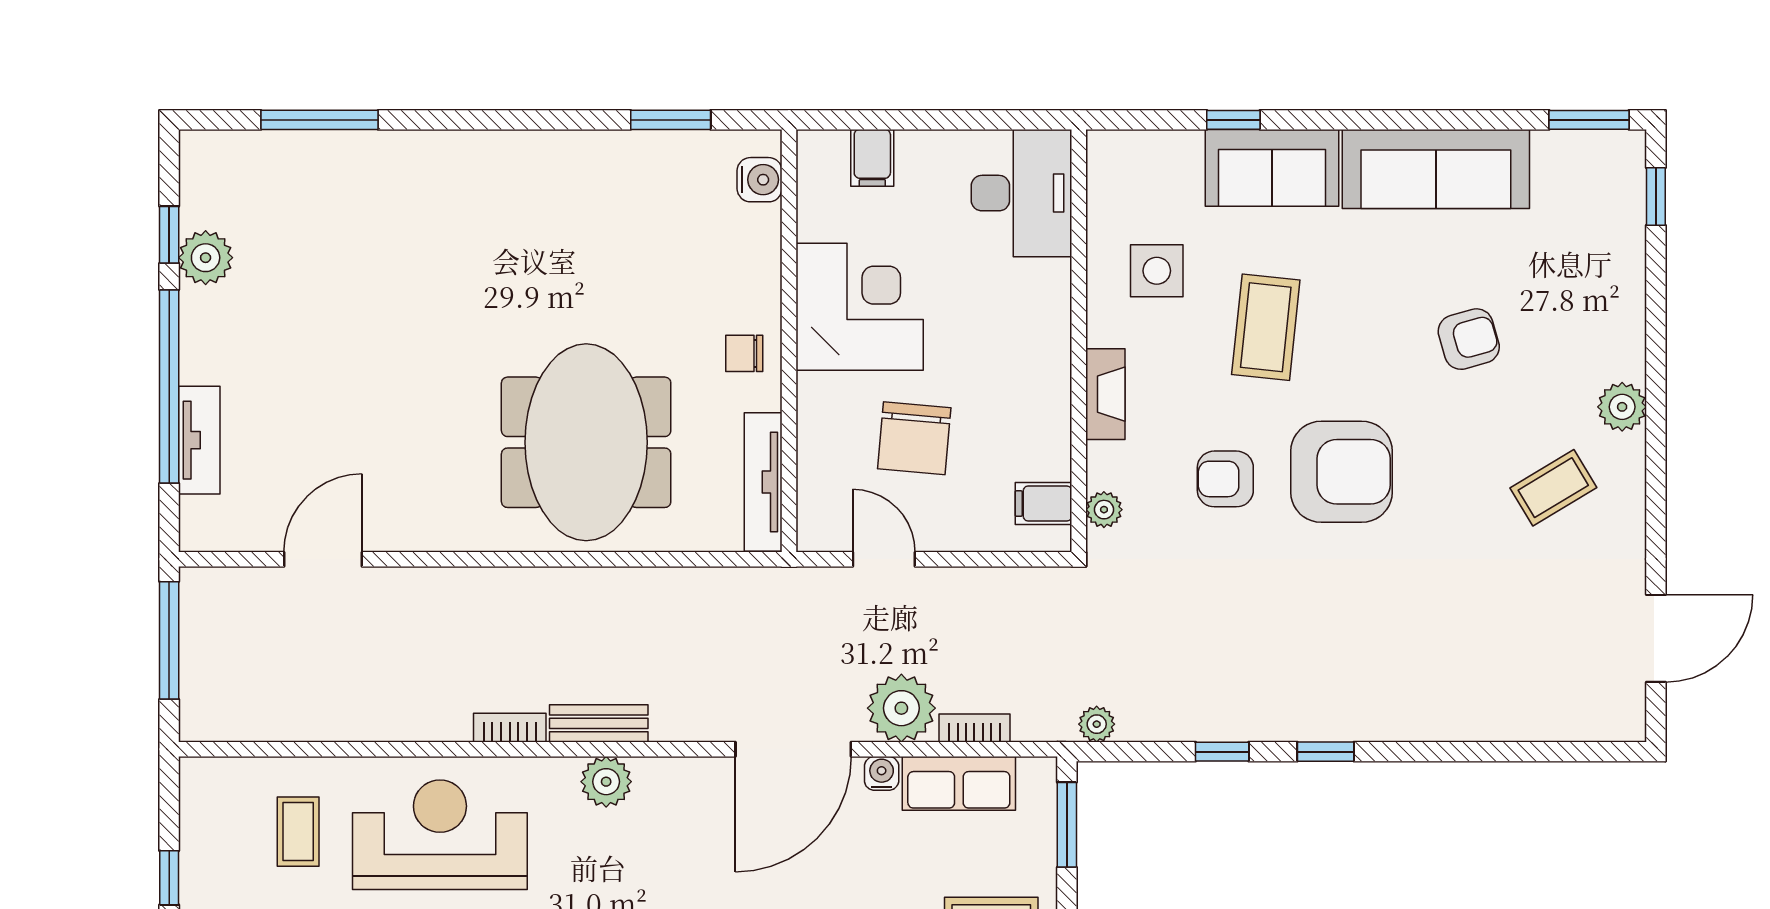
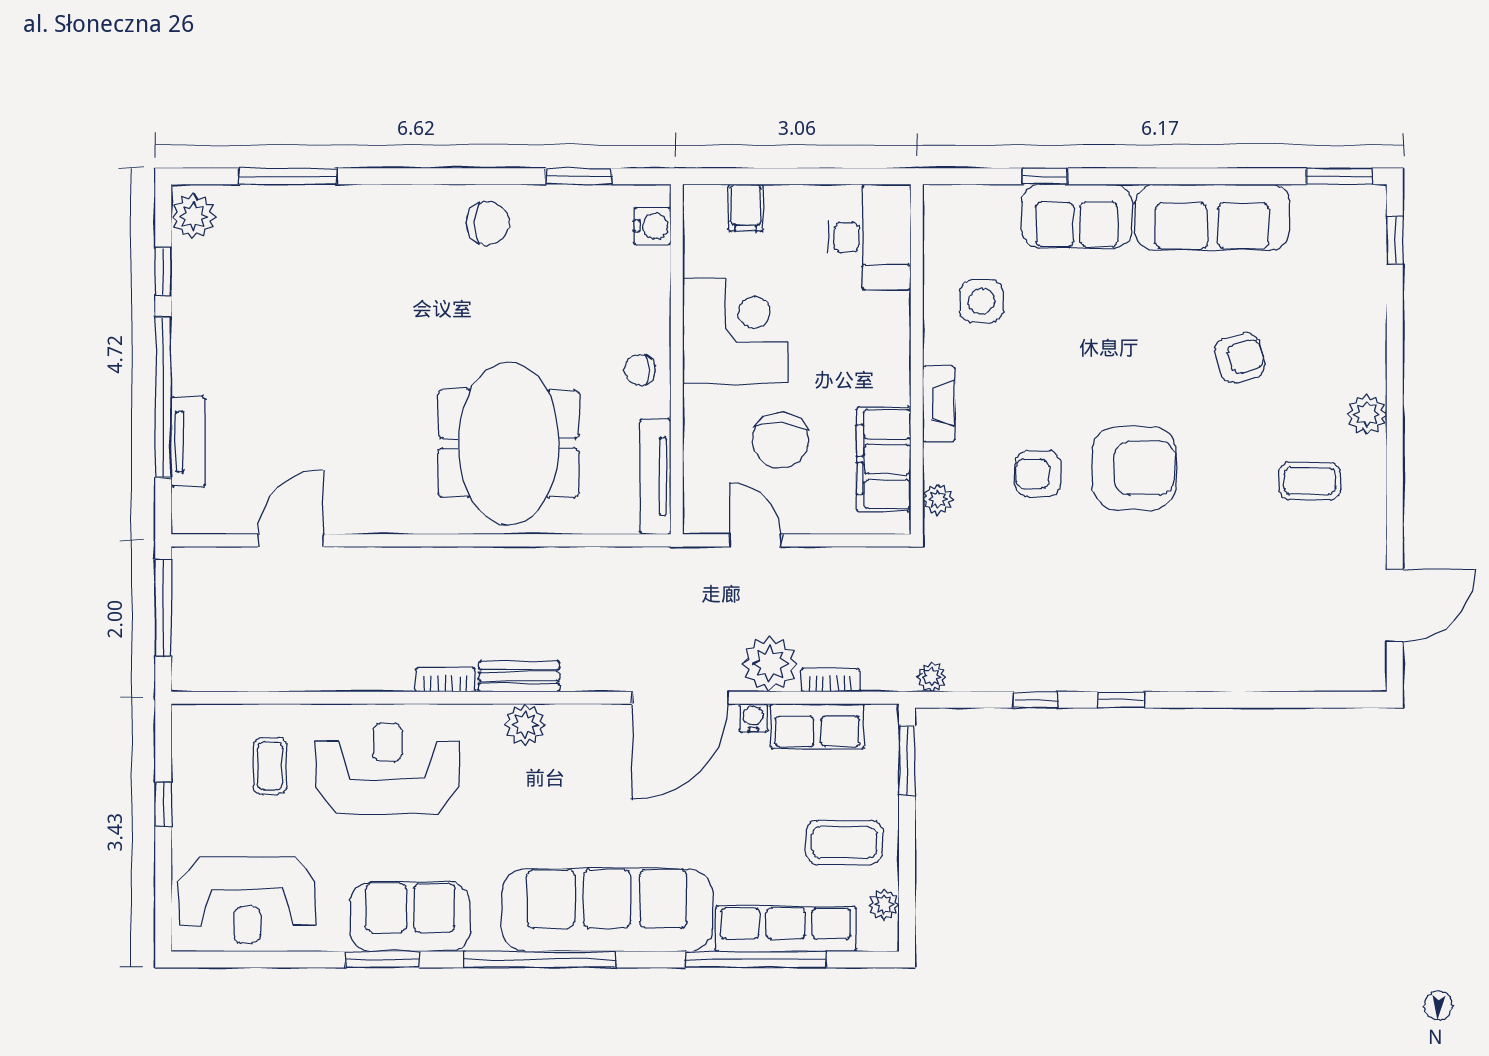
chair: (561, 176) -> (488, 223), added
plant: (206, 258) -> (193, 216), moved
coffee table: (1266, 327) -> (1072, 348), removed
coffee table: (1553, 488) -> (1310, 481), turned 31
filing cabinet: (1044, 504) -> (884, 459), width x3.00, depth x1.17

